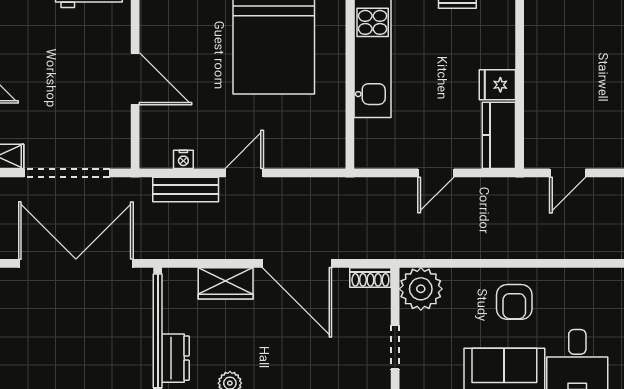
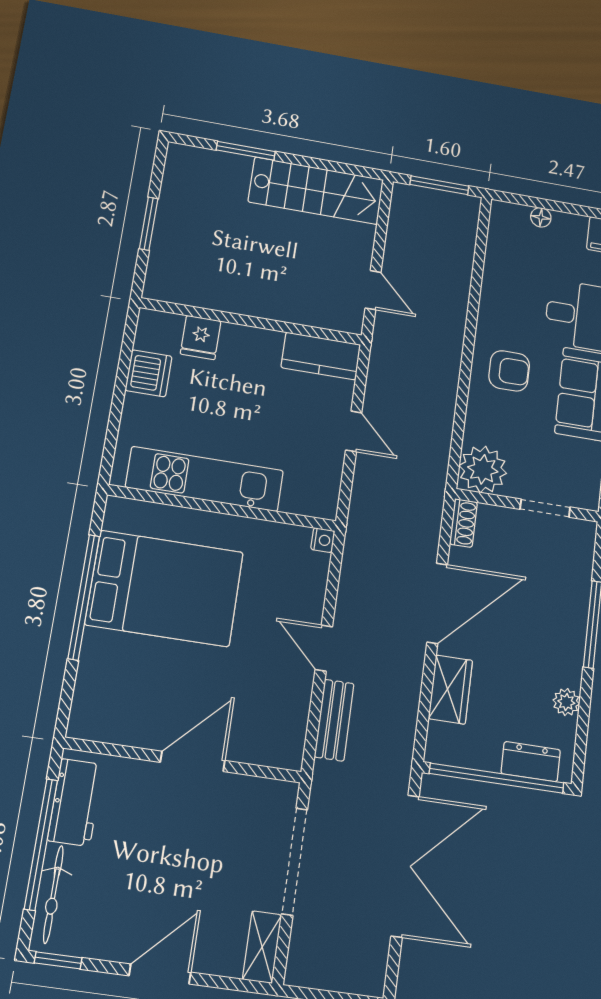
fridge: (497, 85) -> (201, 337), moved
nightstand: (183, 159) -> (323, 540), moved
double door: (76, 263) -> (405, 866), swing flipped

